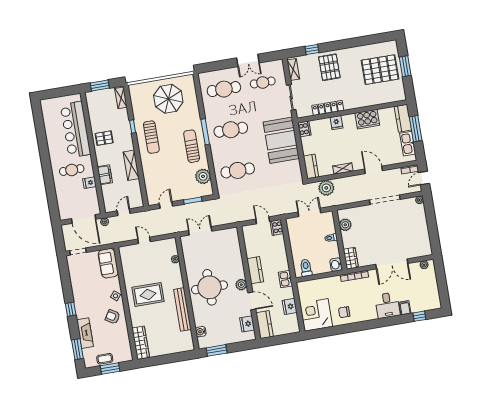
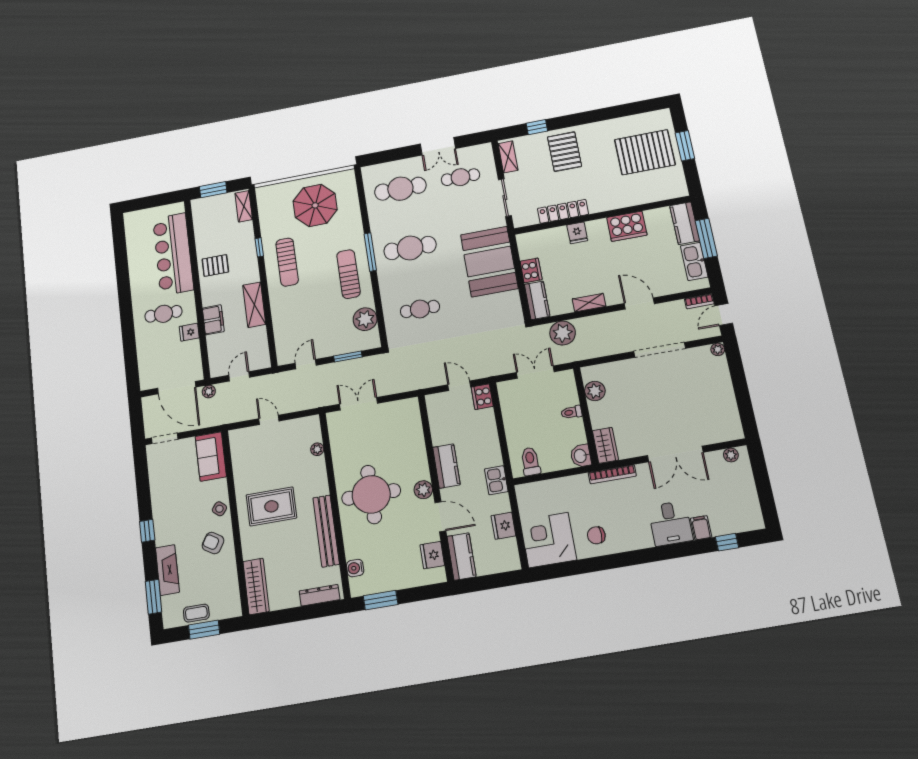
cooker: (304, 129) -> (531, 270), moved
cafe table: (238, 170) -> (420, 309), width x0.73, depth x0.74
dresser: (180, 348) -> (320, 595), added

